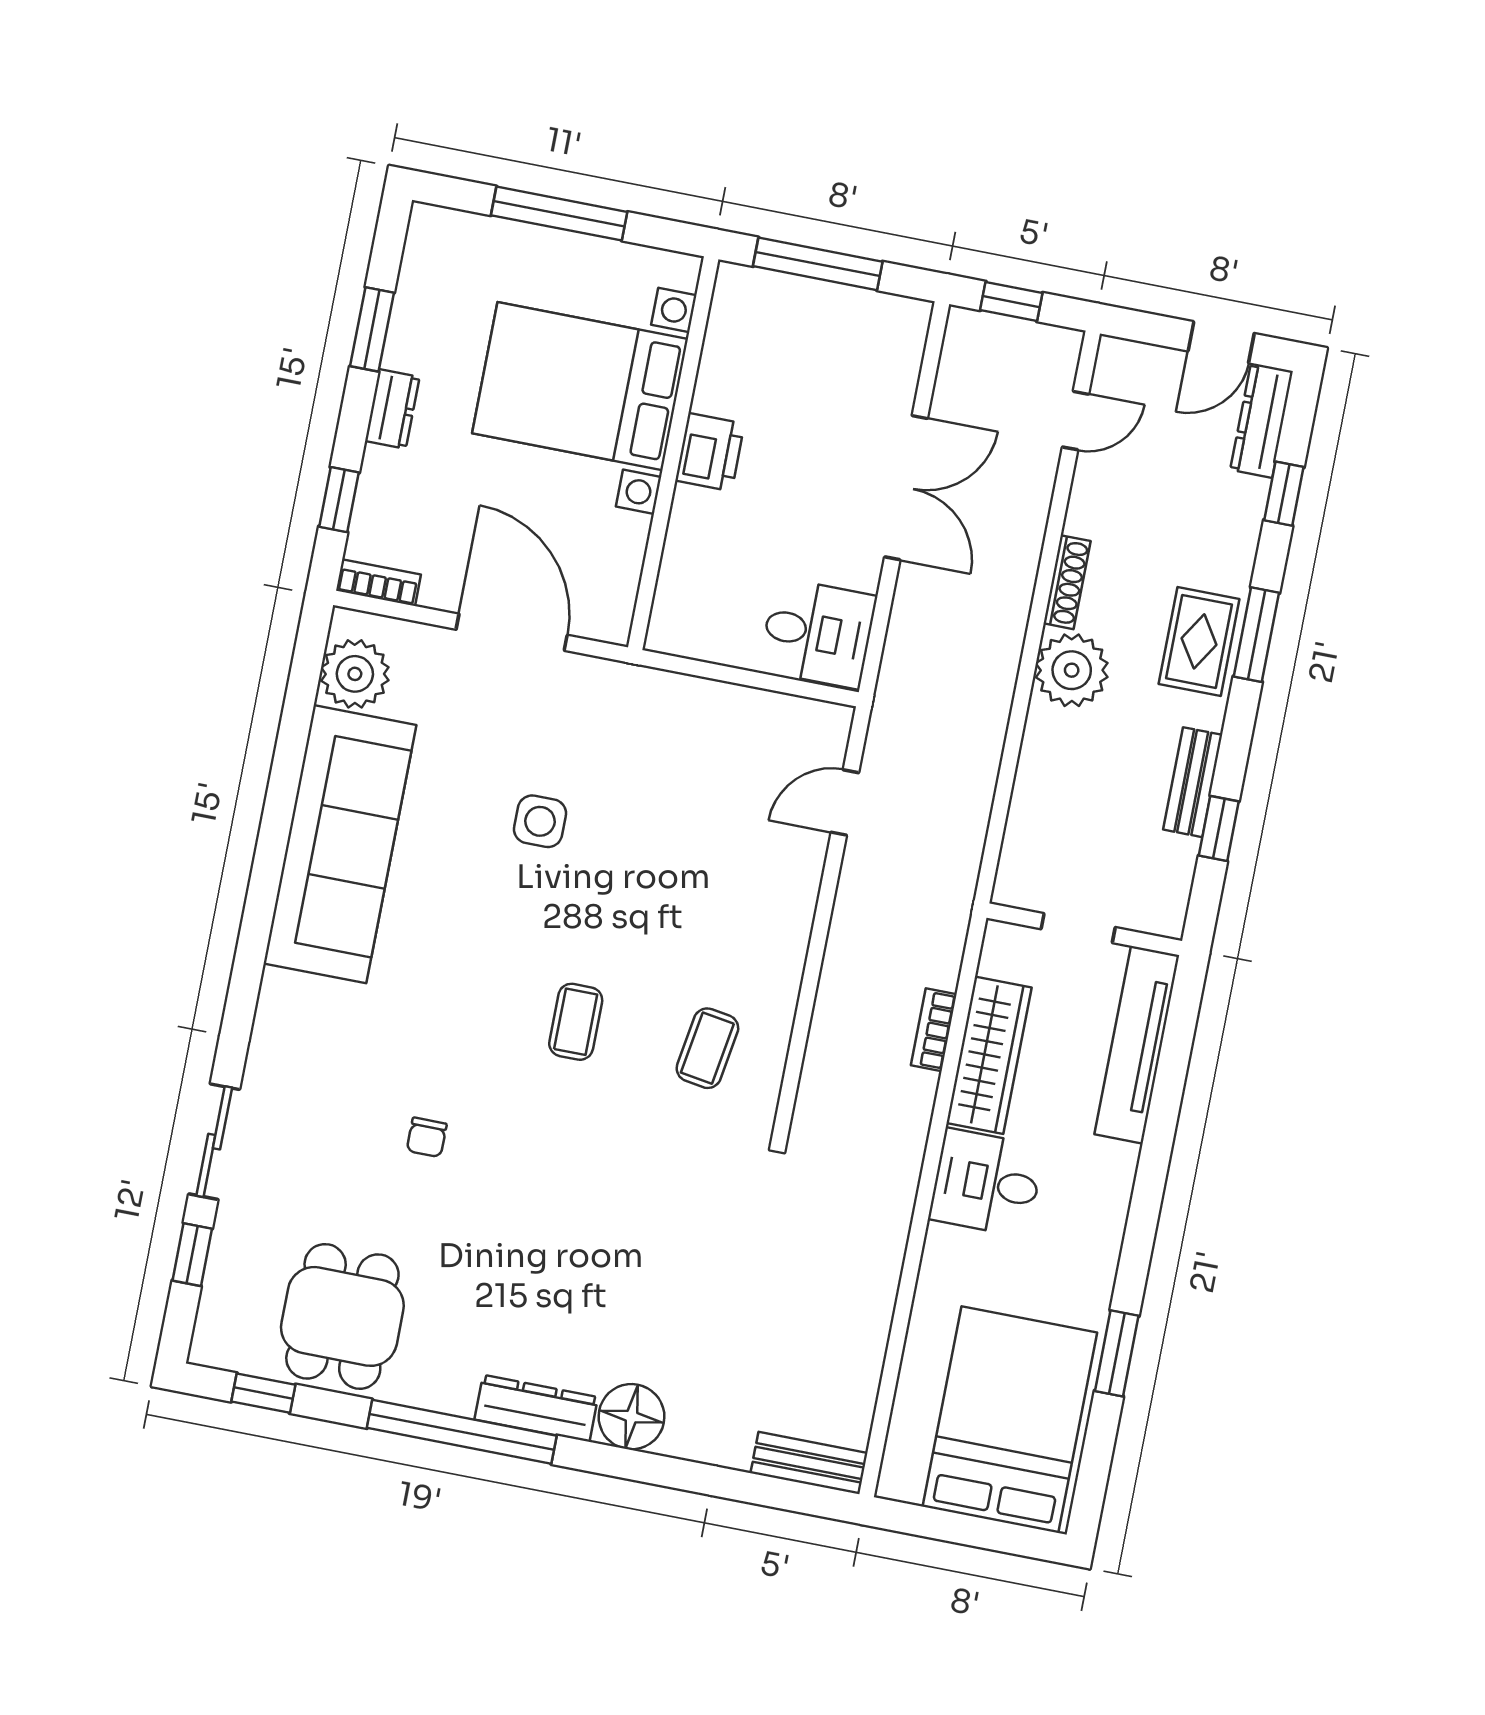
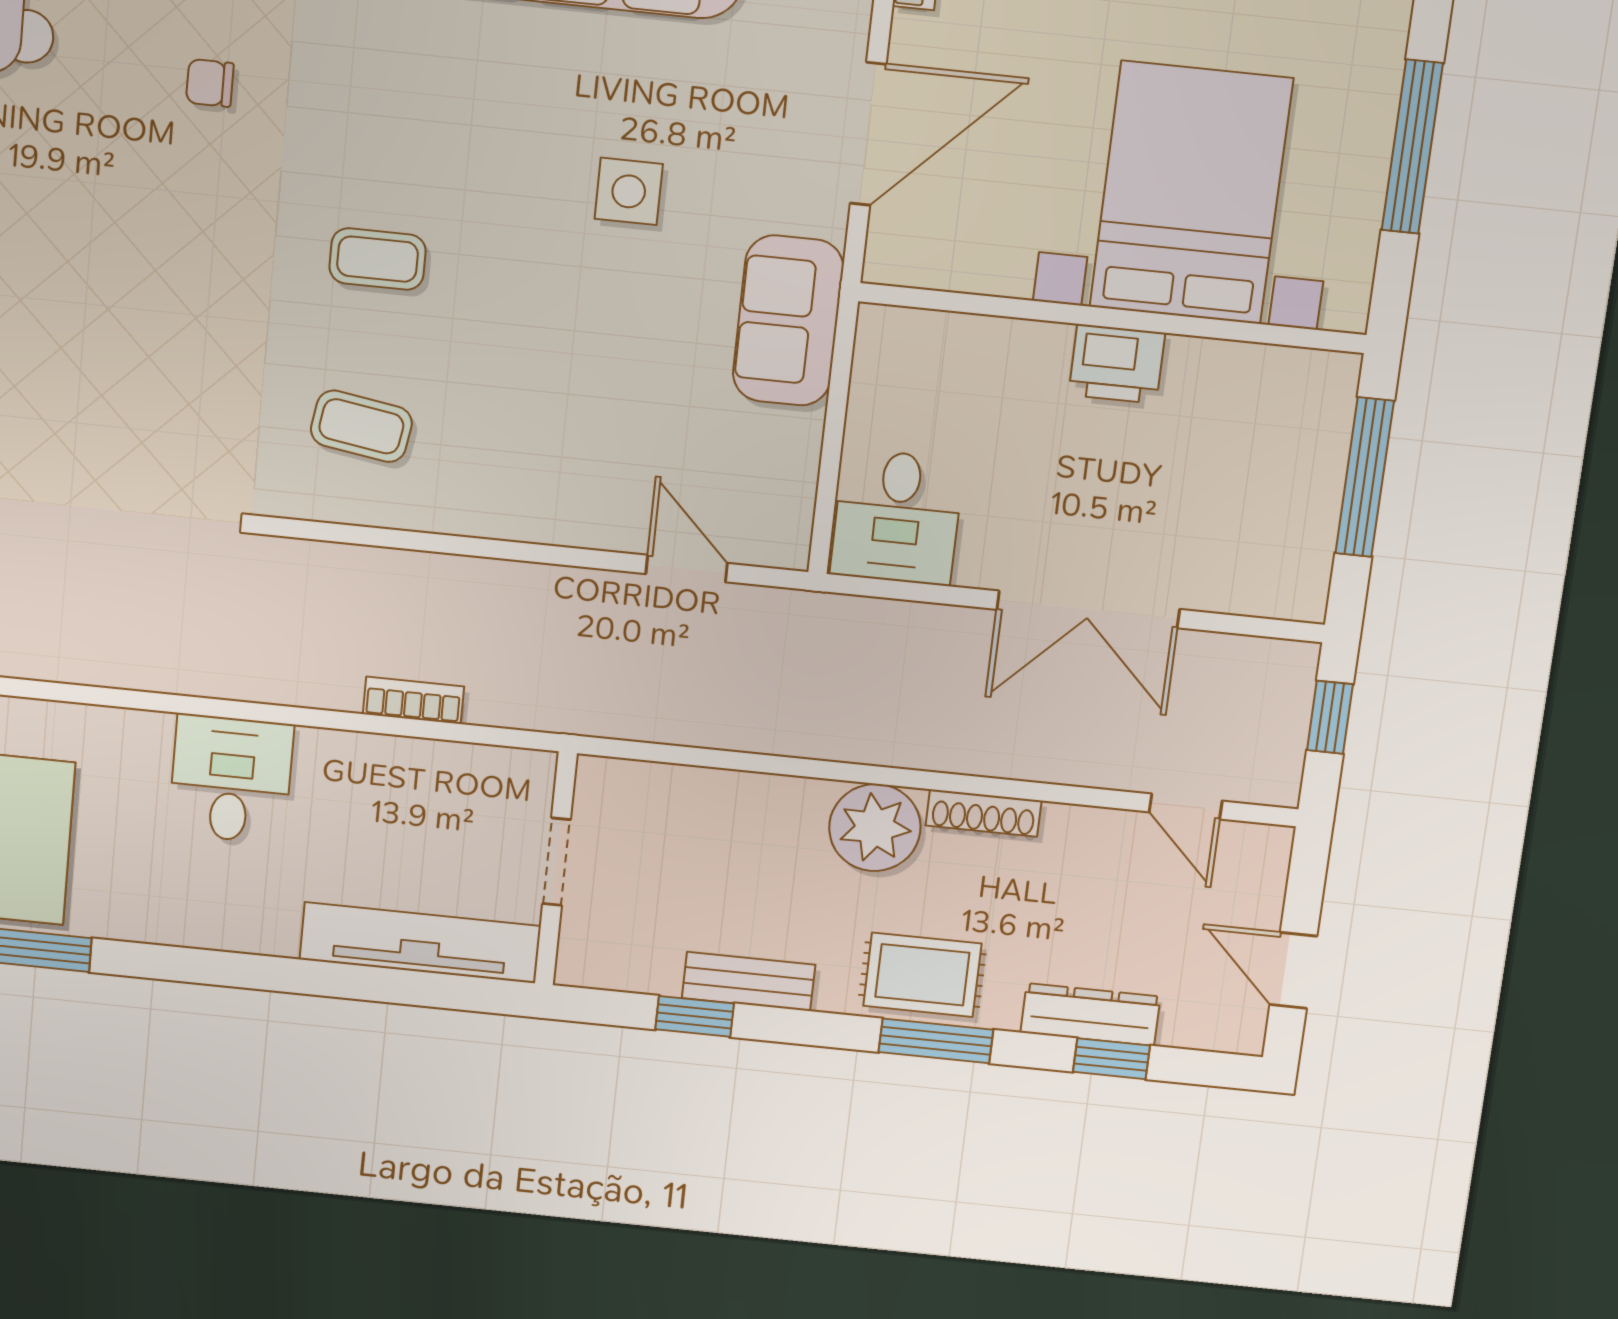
dresser: (1262, 420) -> (1090, 1015), moved
sofa: (653, 706) -> (788, 321), added
wardrobe: (989, 1055) -> (389, 769), removed

